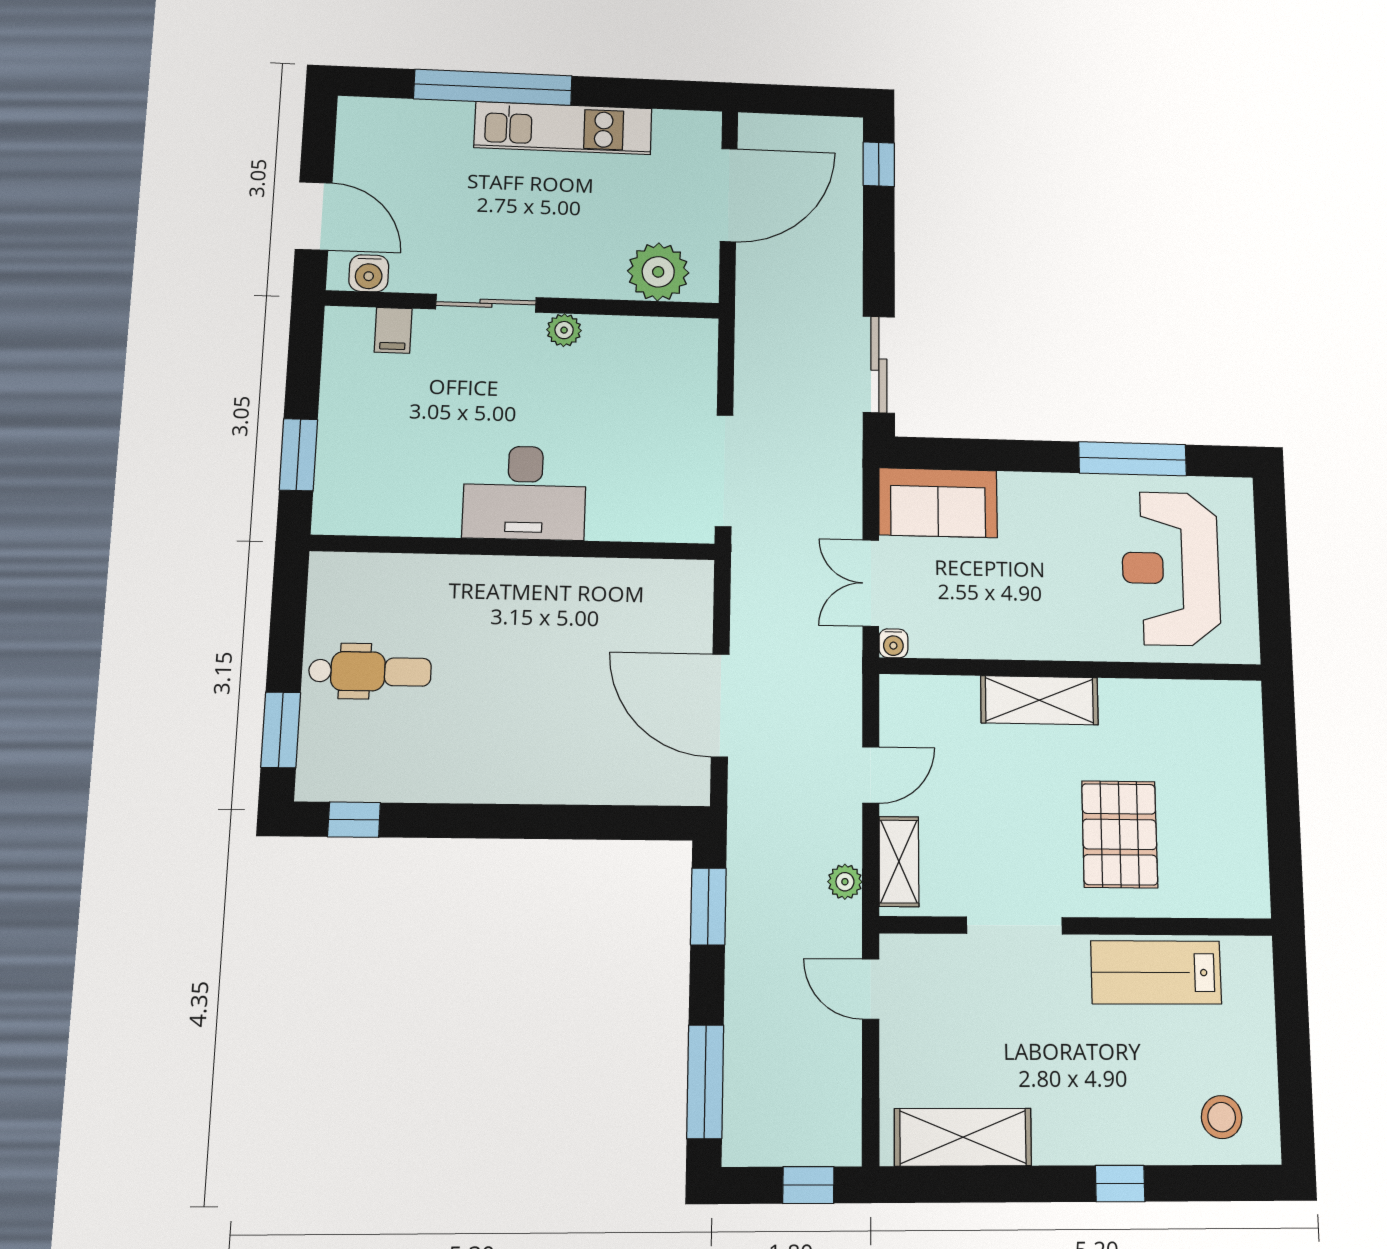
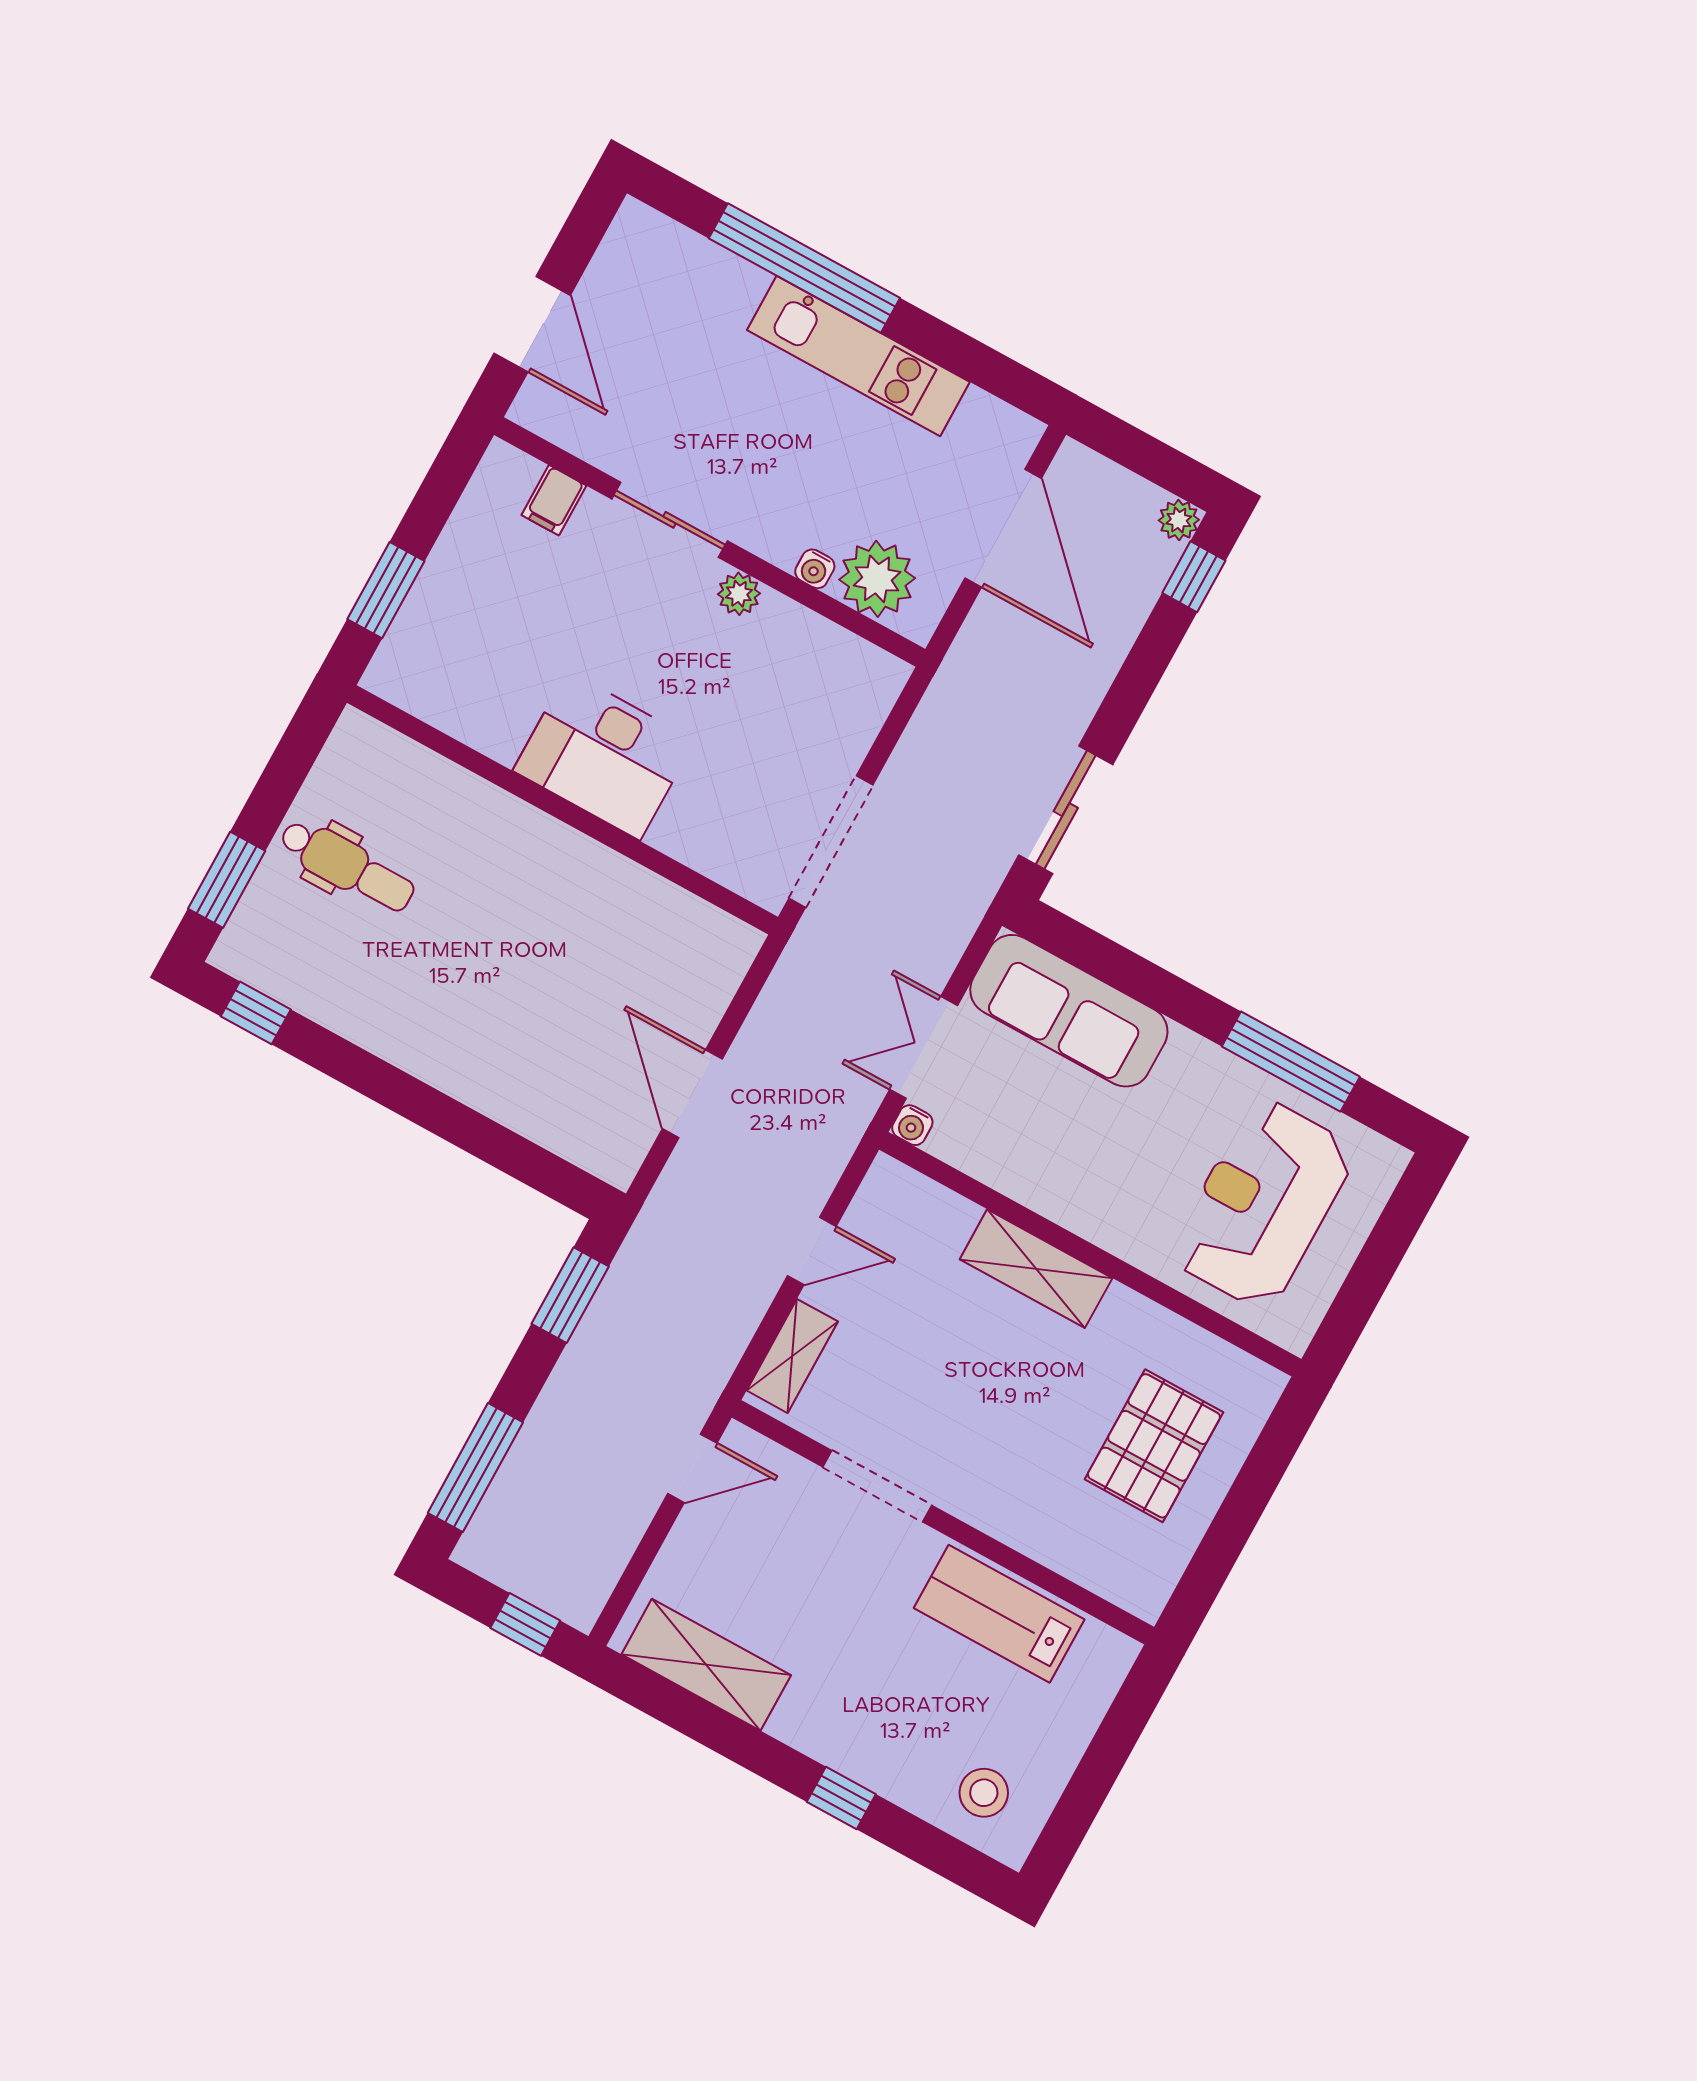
door: (729, 195) -> (1003, 528), hinge flipped
water cooler: (369, 273) -> (815, 569), moved, width x0.72, depth x0.72
sofa: (938, 503) -> (1069, 1011), width x1.36
door: (720, 705) -> (692, 1094), width x0.73
pallet: (1120, 834) -> (1154, 1446), moved
plant: (845, 882) -> (1179, 520), moved
door: (871, 989) -> (692, 1468), swing flipped

